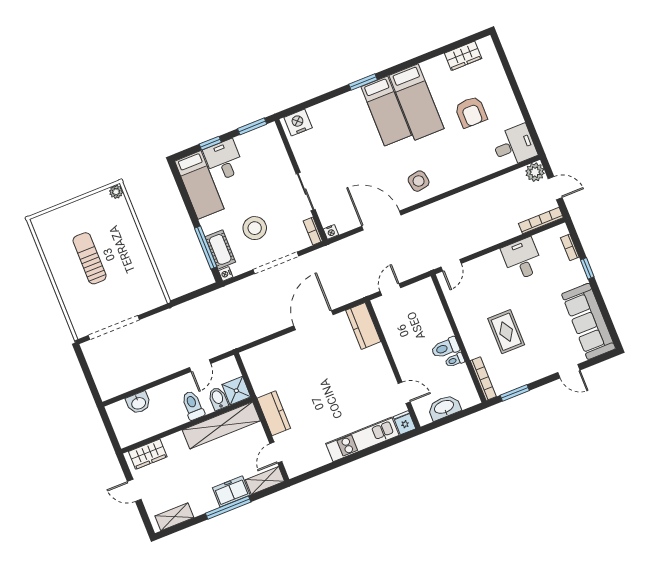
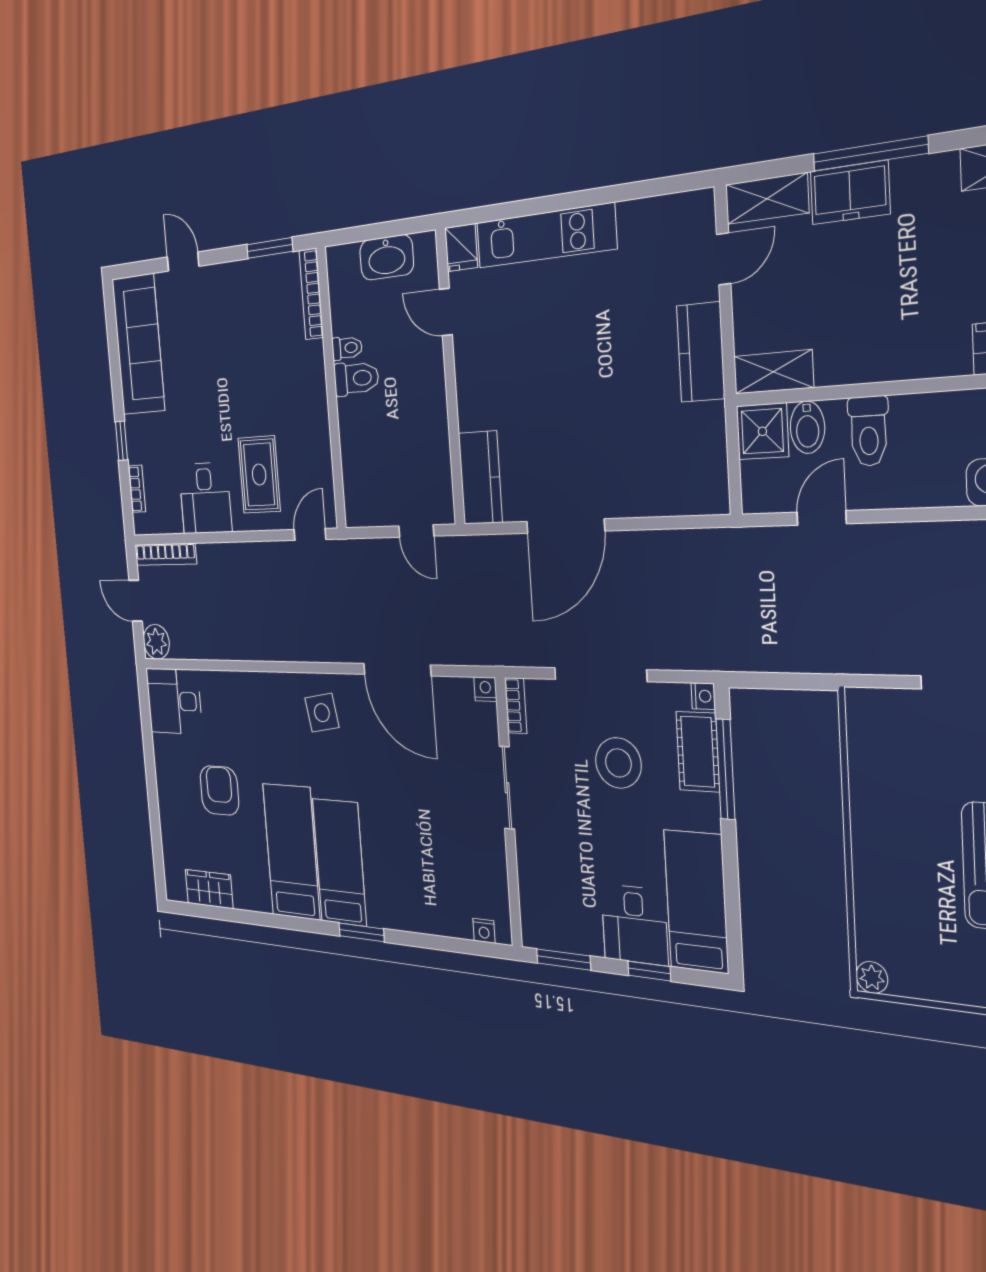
nightstand: (298, 123) -> (484, 931), width x0.53, depth x0.56
door: (390, 289) -> (416, 531), hinge flipped
rug: (506, 332) -> (259, 475), moved
shelving: (221, 425) -> (773, 372), width x0.45, depth x0.75

